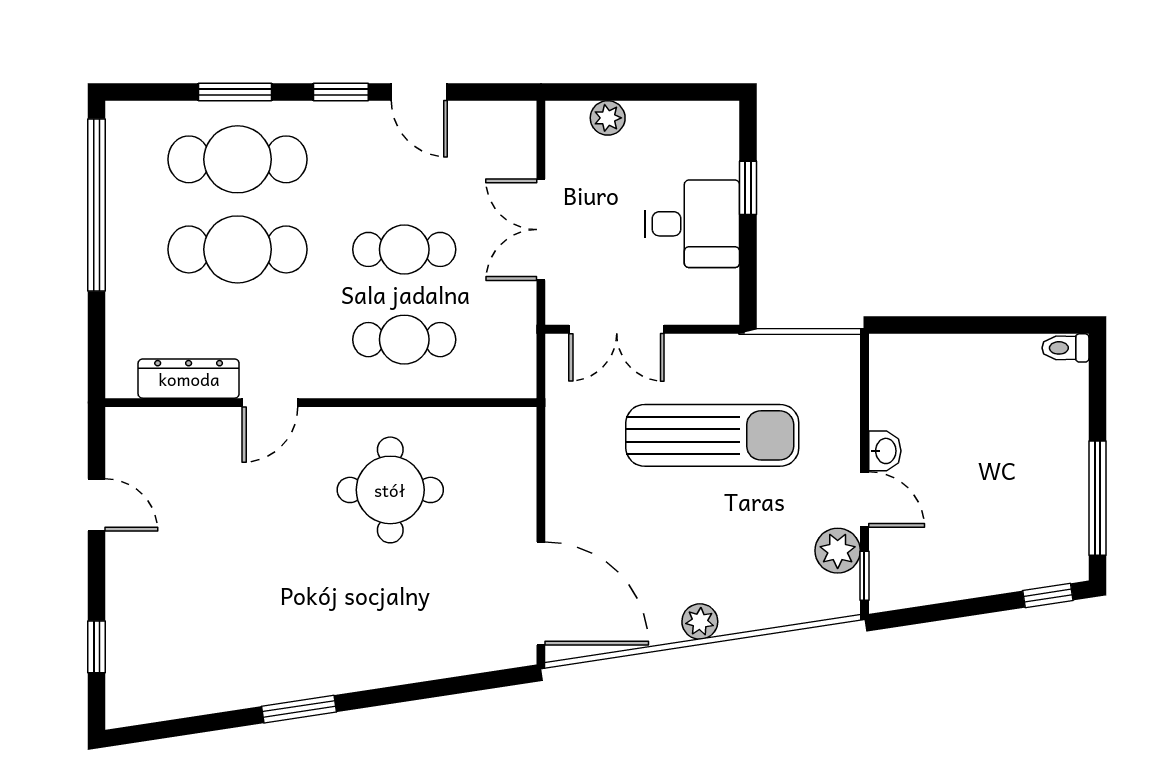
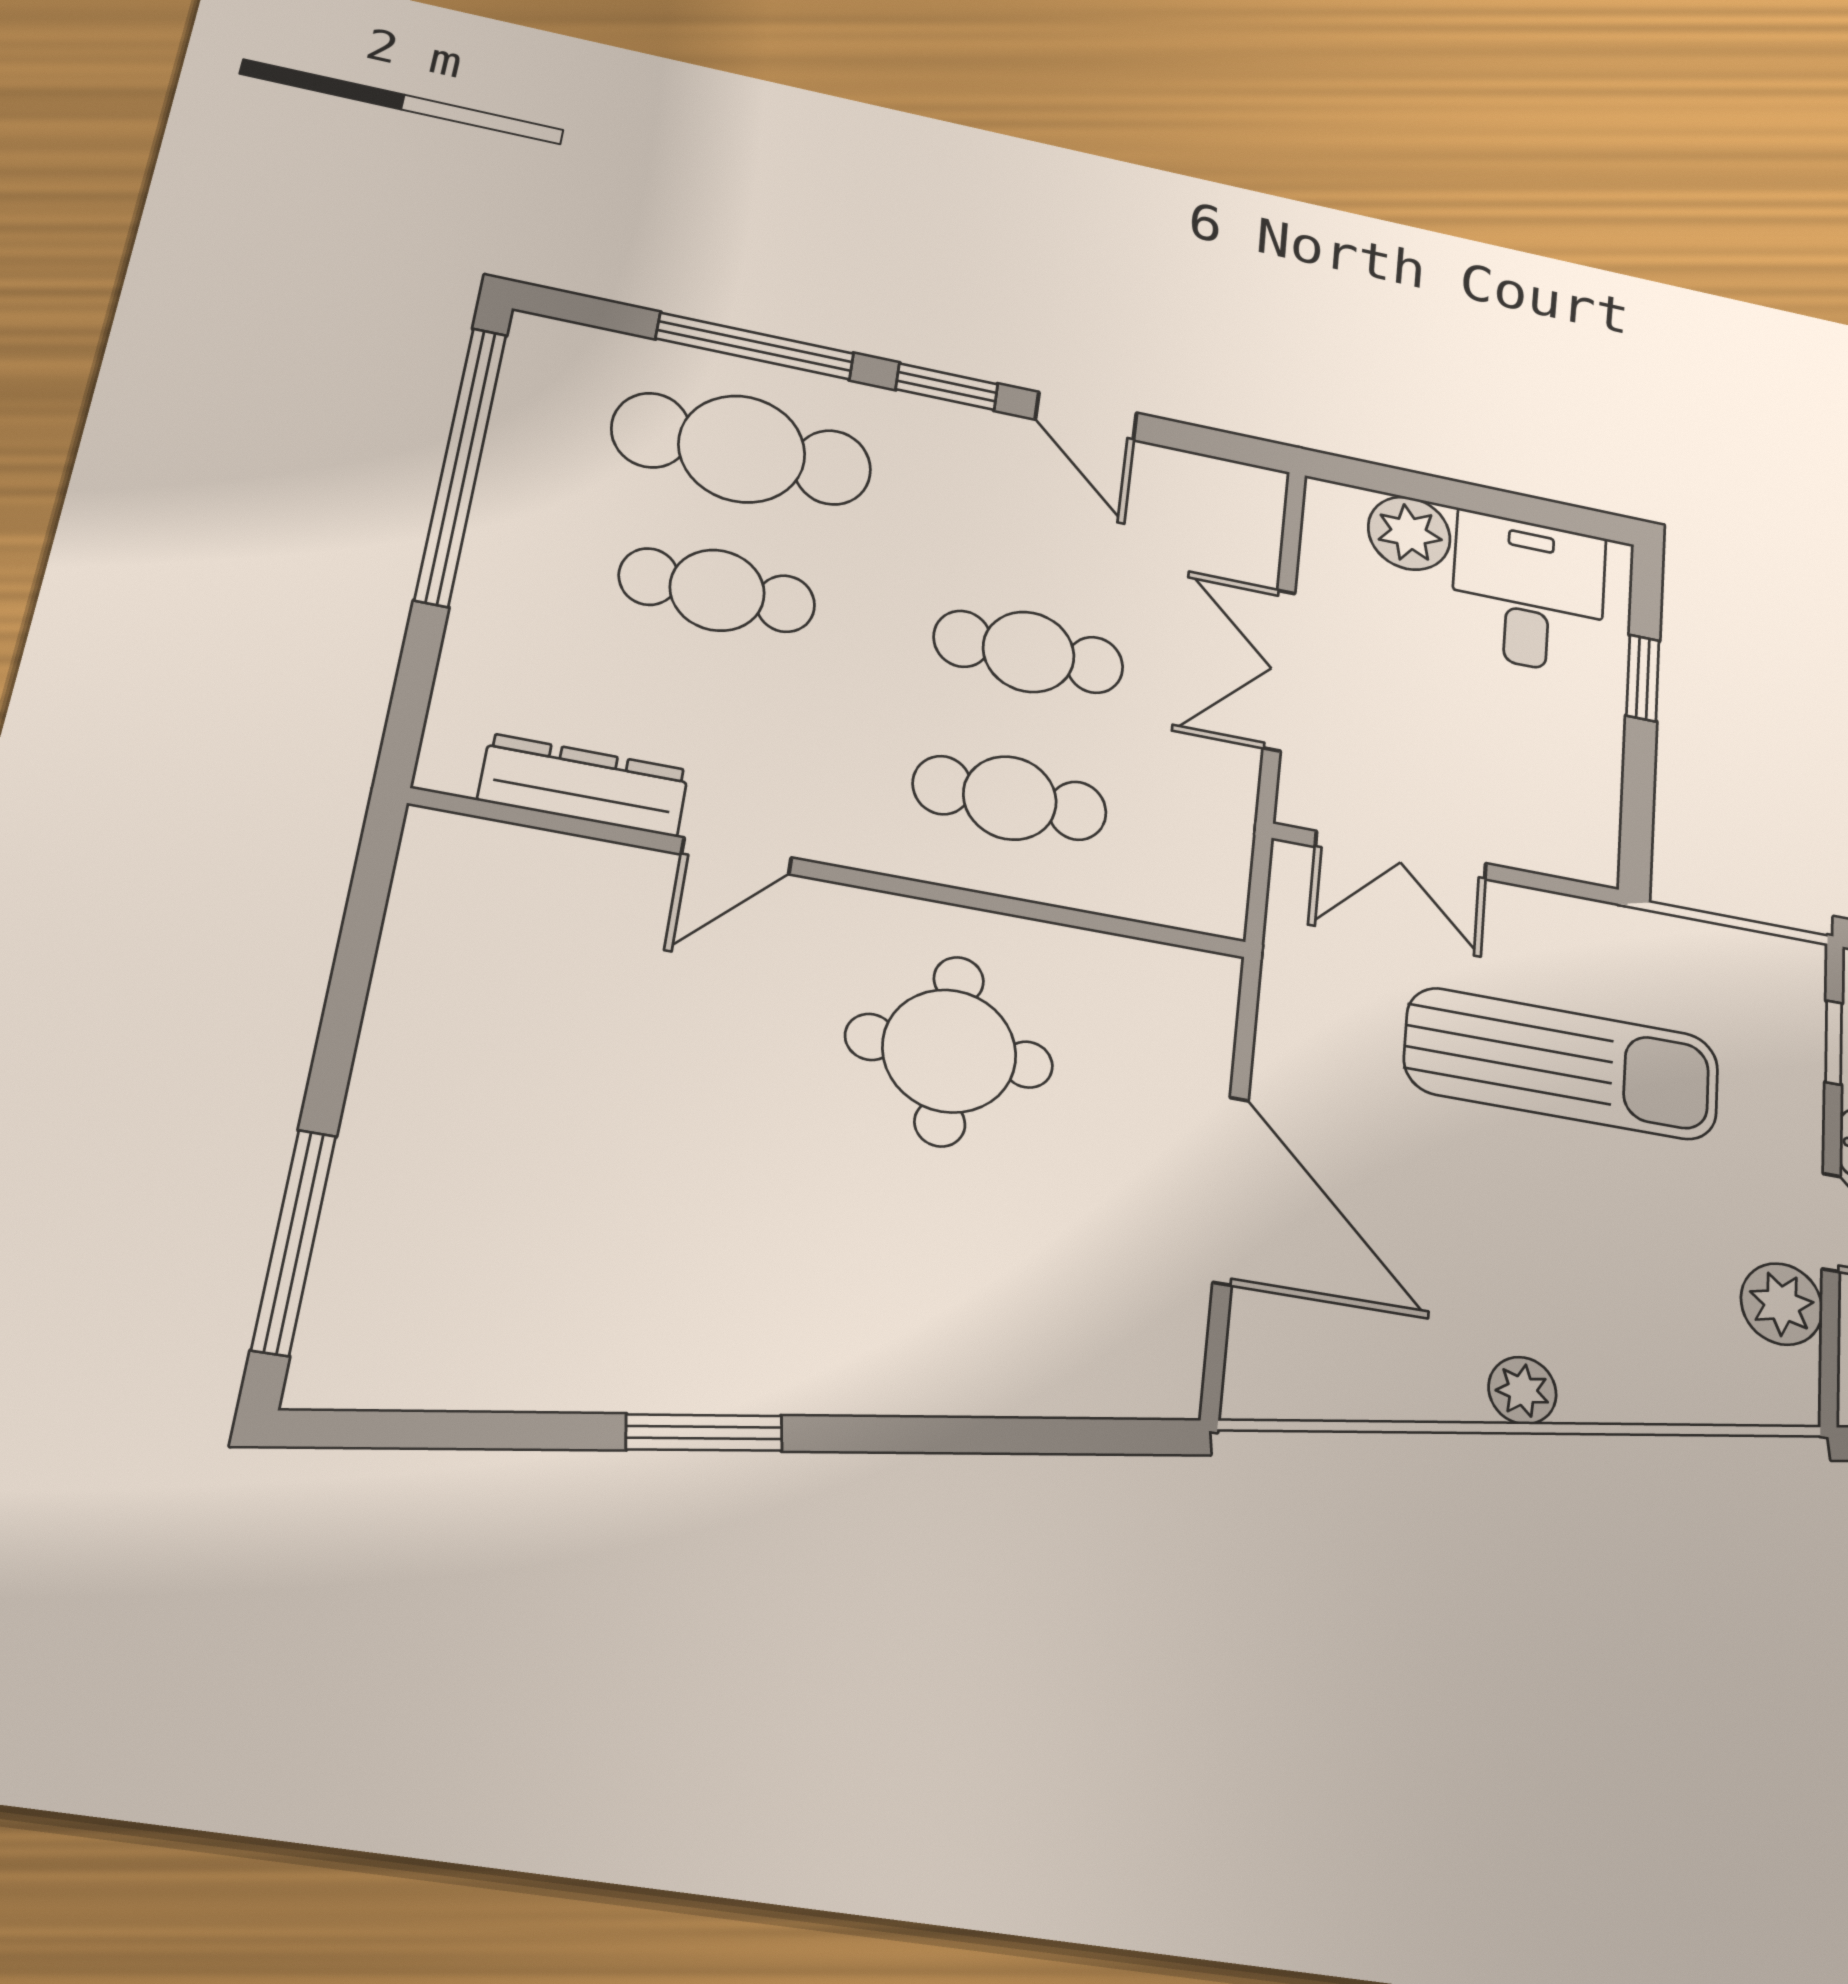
window: (235, 92) -> (755, 346), width x1.44
plant: (608, 118) -> (1409, 533), width x1.38, depth x1.38
desk: (692, 224) -> (1528, 594), moved, turned -90
cafe table: (238, 249) -> (717, 590), width x0.73, depth x0.74
door: (97, 505) -> (352, 974), removed
window: (864, 576) -> (1834, 1042), moved
door: (541, 594) -> (1231, 1190), moved
window: (97, 647) -> (294, 1242), width x2.17

